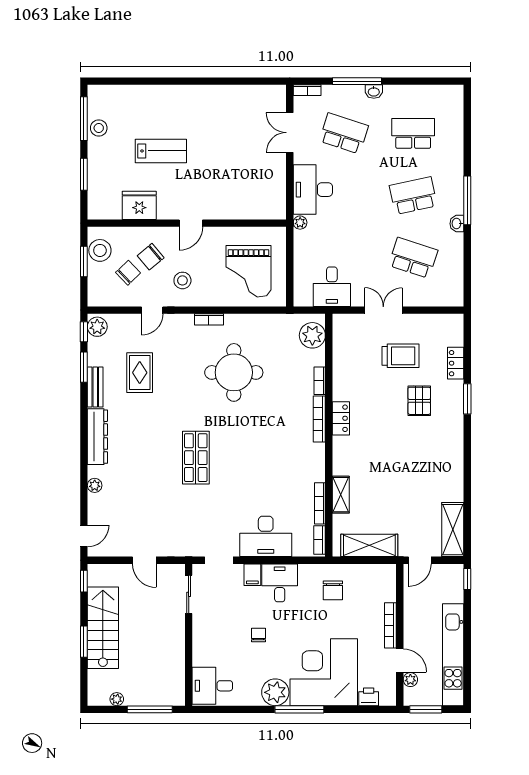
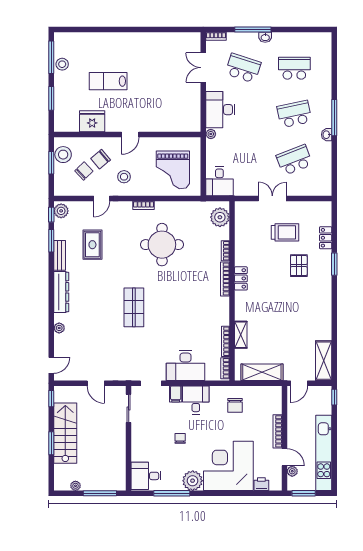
lab bench: (161, 151) -> (108, 81), turned 180
school desk: (413, 258) -> (294, 160), turned -39
desk: (332, 287) -> (219, 181), moved
window: (299, 709) -> (172, 493), moved

